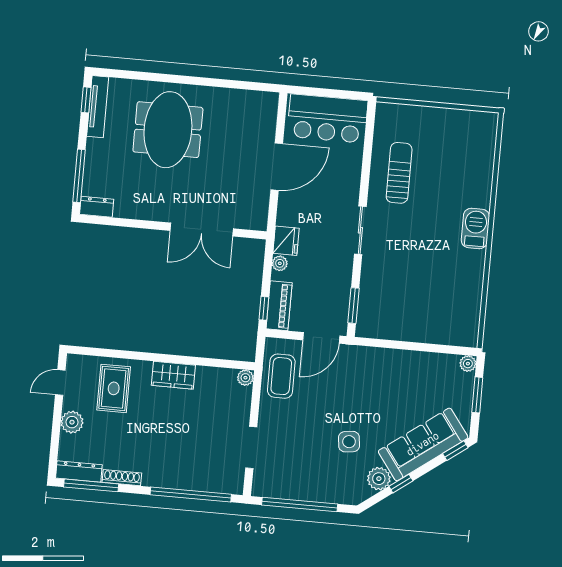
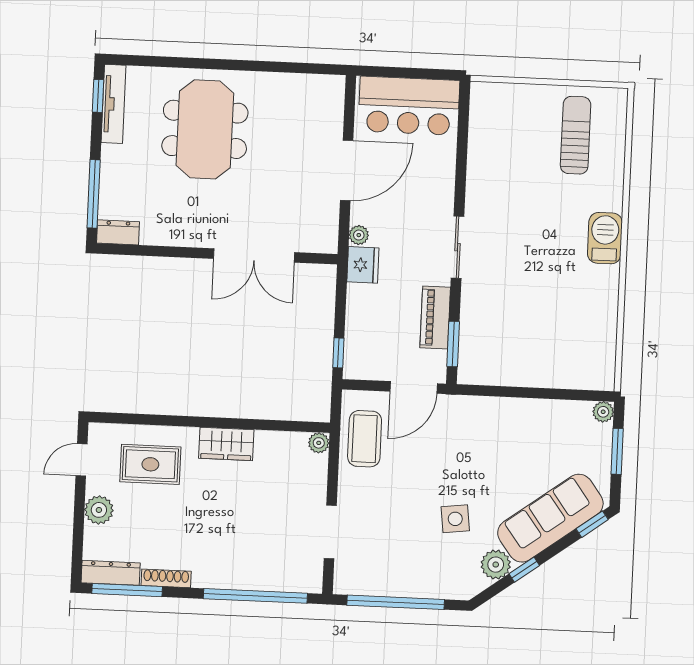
sun lounger: (399, 173) -> (576, 135), moved
plant: (280, 263) -> (359, 235), moved
piano: (279, 306) -> (435, 318), moved, turned 180
rug: (114, 388) -> (150, 464), turned 90

